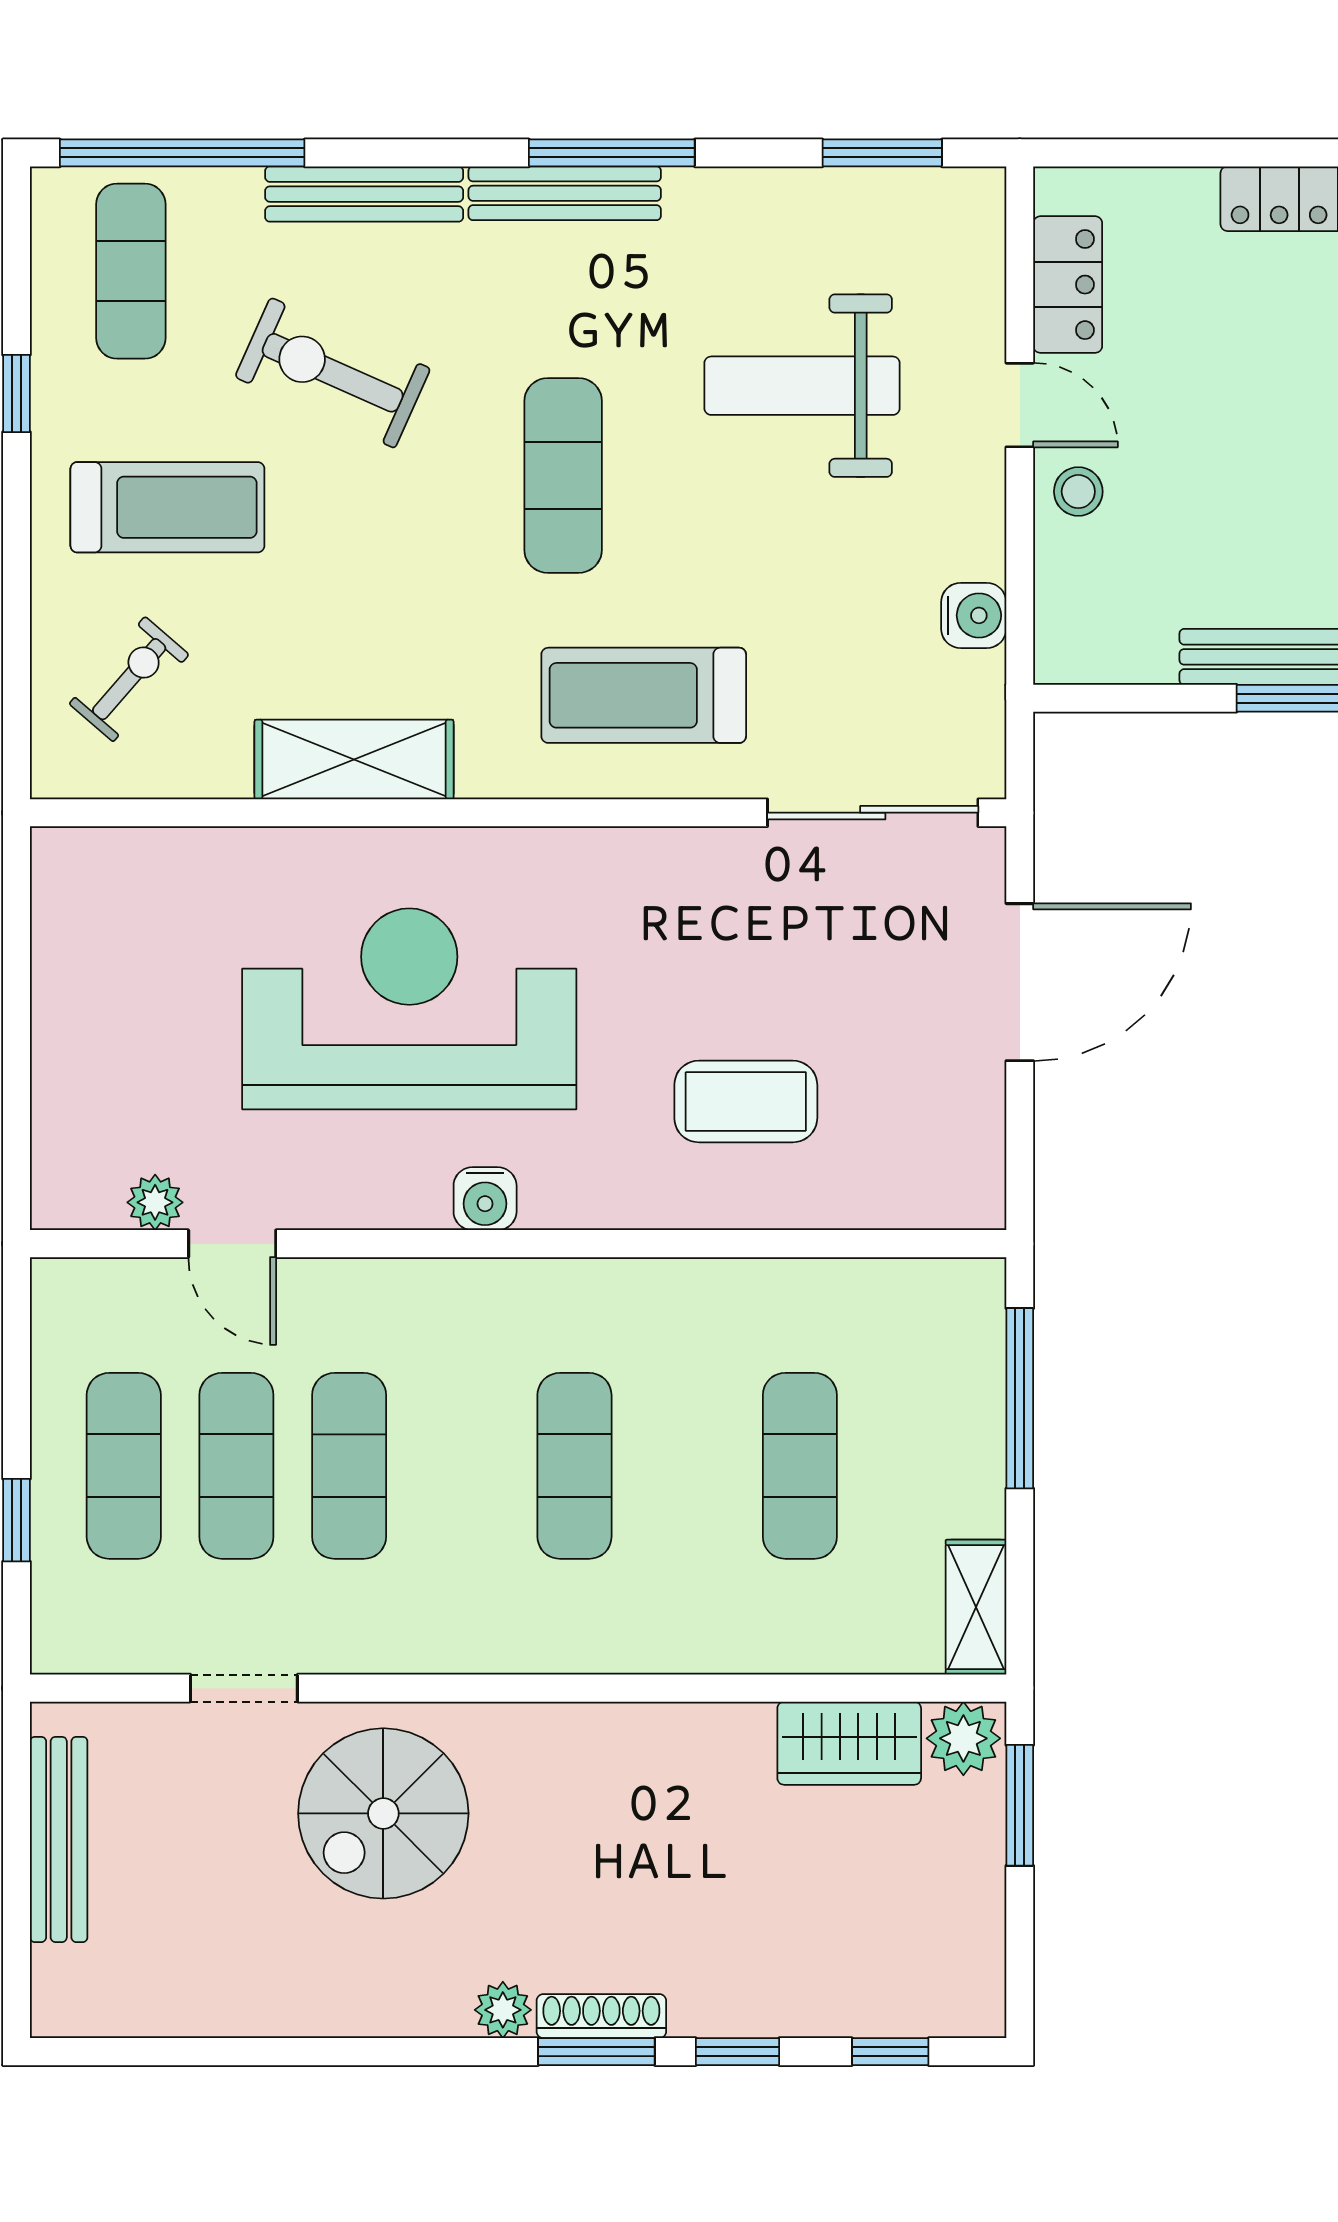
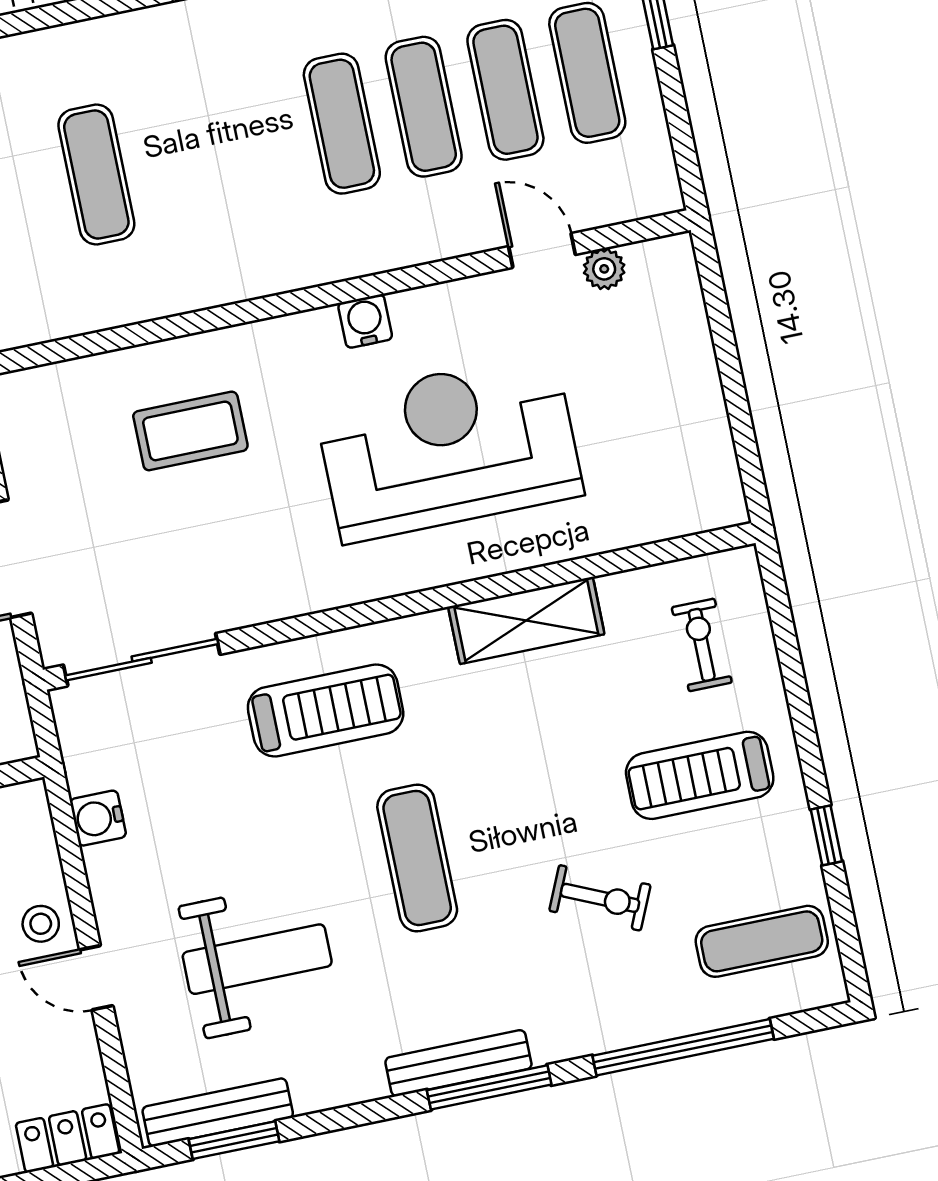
window: (182, 153) -> (683, 1047), moved
window: (612, 153) -> (489, 1087), moved
bench: (364, 194) -> (218, 1112), moved
exercise mat: (131, 271) -> (762, 941), turned 90
locker: (1068, 285) -> (68, 1138), moved, turned 90
exercise bike: (333, 373) -> (600, 898), width x0.73, depth x0.72
exercise bike: (129, 679) -> (702, 645), turned 139
reception desk: (409, 1009) -> (449, 448), turned 180
exercise mat: (574, 1466) -> (342, 124), moved

